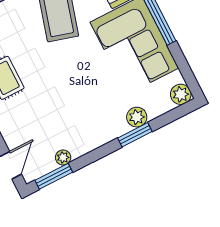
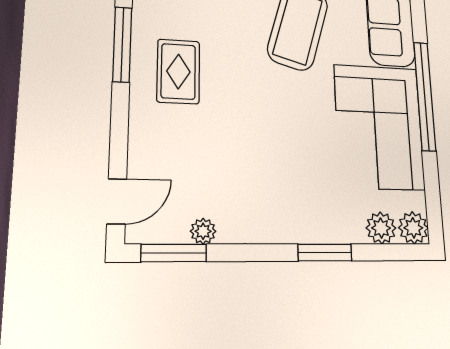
plant: (137, 117) -> (381, 228), moved

